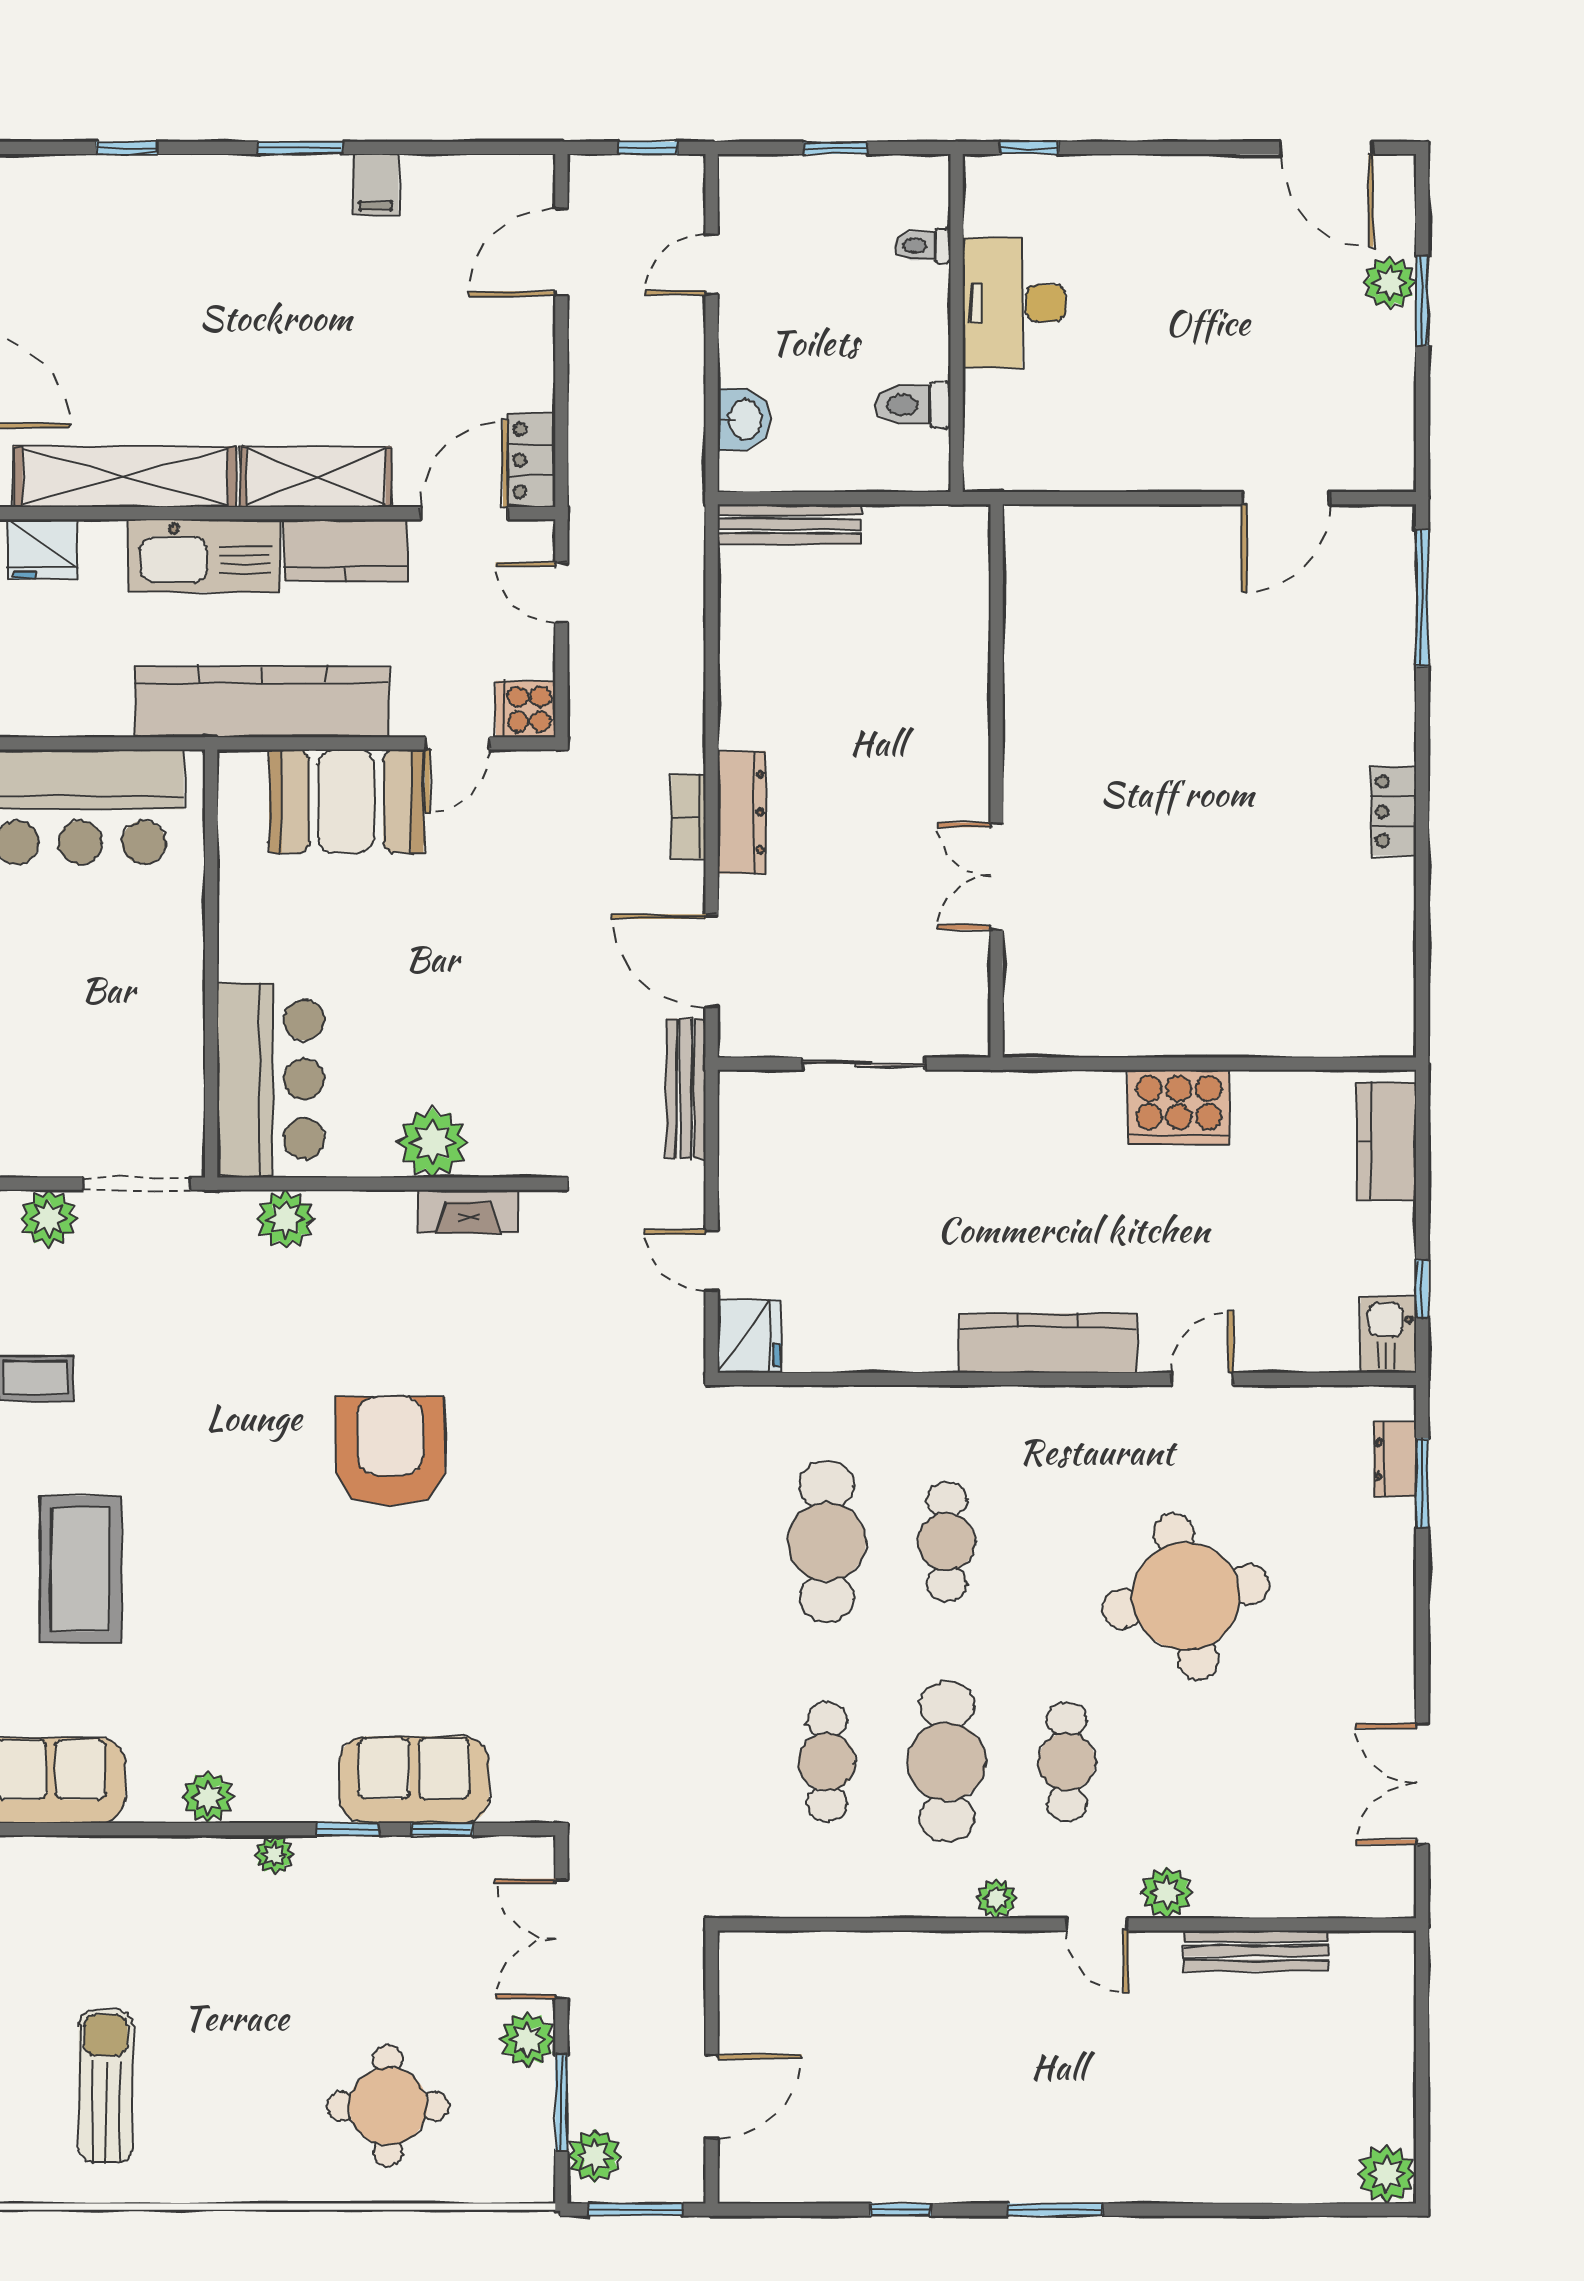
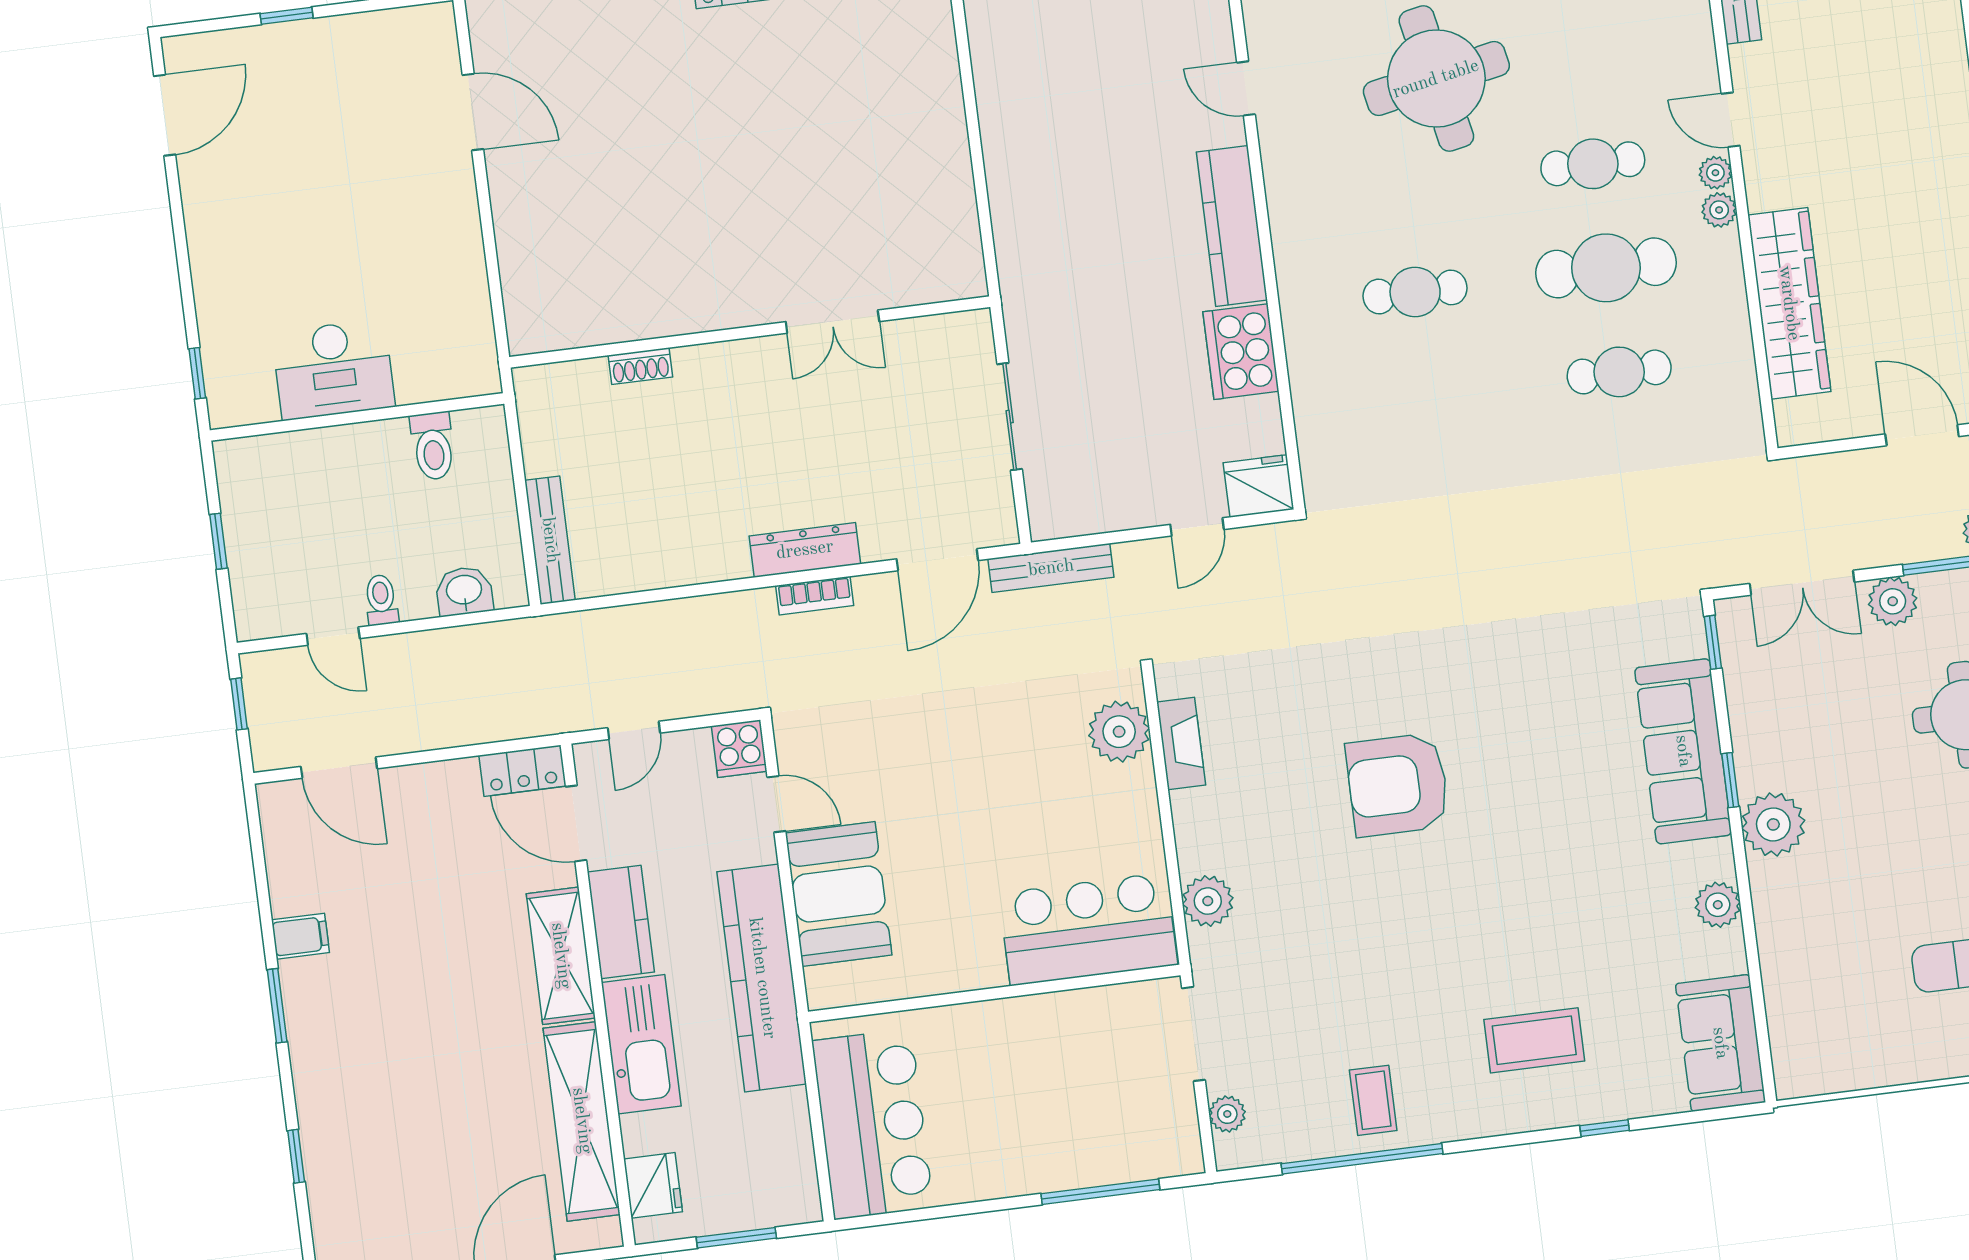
toilet: (922, 246) -> (381, 600), moved, turned 180
plant: (1390, 283) -> (275, 46), removed
window: (1422, 301) -> (287, 16), width x0.67
shoe rack: (974, 652) -> (640, 366), added
cooker: (1179, 1107) -> (1241, 352), moved, turned 180
plant: (433, 1143) -> (1119, 732), moved
plant: (49, 1218) -> (1227, 1114), width x0.73, depth x0.73
cafe table: (827, 1542) -> (1428, 396), removed
coffee table: (81, 1570) -> (1534, 1040), width x0.73, depth x0.76
sofa: (414, 1780) -> (1683, 751), width x1.36
window: (442, 1829) -> (1713, 642), moved
plant: (274, 1855) -> (1773, 824), width x1.87, depth x1.87
plant: (1166, 1892) -> (1715, 173), moved, width x0.73, depth x0.73
door: (1097, 1924) -> (1731, 120), swing flipped
wardrobe: (880, 1965) -> (1789, 303), added

